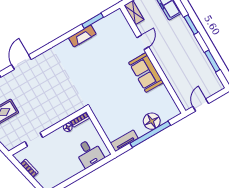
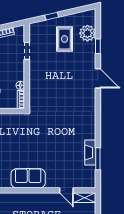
fireplace: (82, 36) -> (90, 153), moved
door: (143, 42) -> (66, 190), moved

